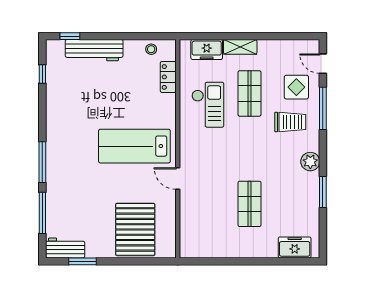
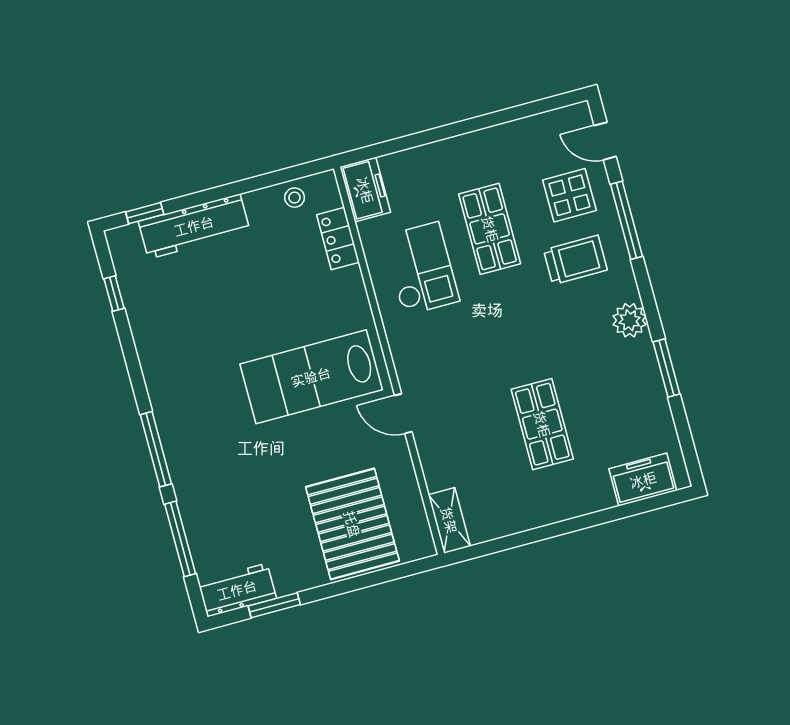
shelving: (240, 47) -> (449, 520), moved, turned 90
freezer: (207, 50) -> (365, 190), moved, turned -90

